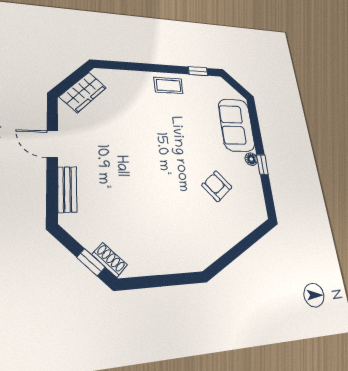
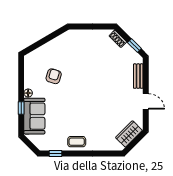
window: (262, 165) -> (21, 108), moved
armchair: (217, 186) -> (54, 76), turned -123
window: (91, 262) -> (134, 46), moved

